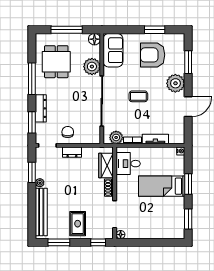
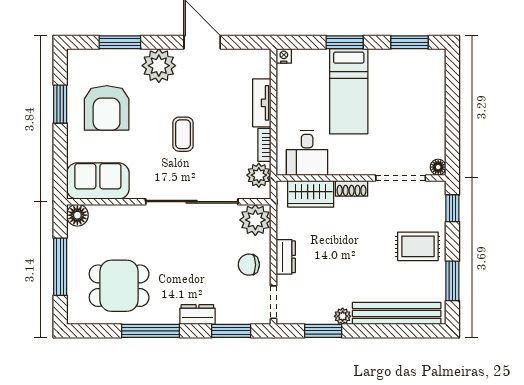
plant: (92, 67) -> (255, 220), moved
dresser: (41, 108) -> (197, 315), width x0.70

